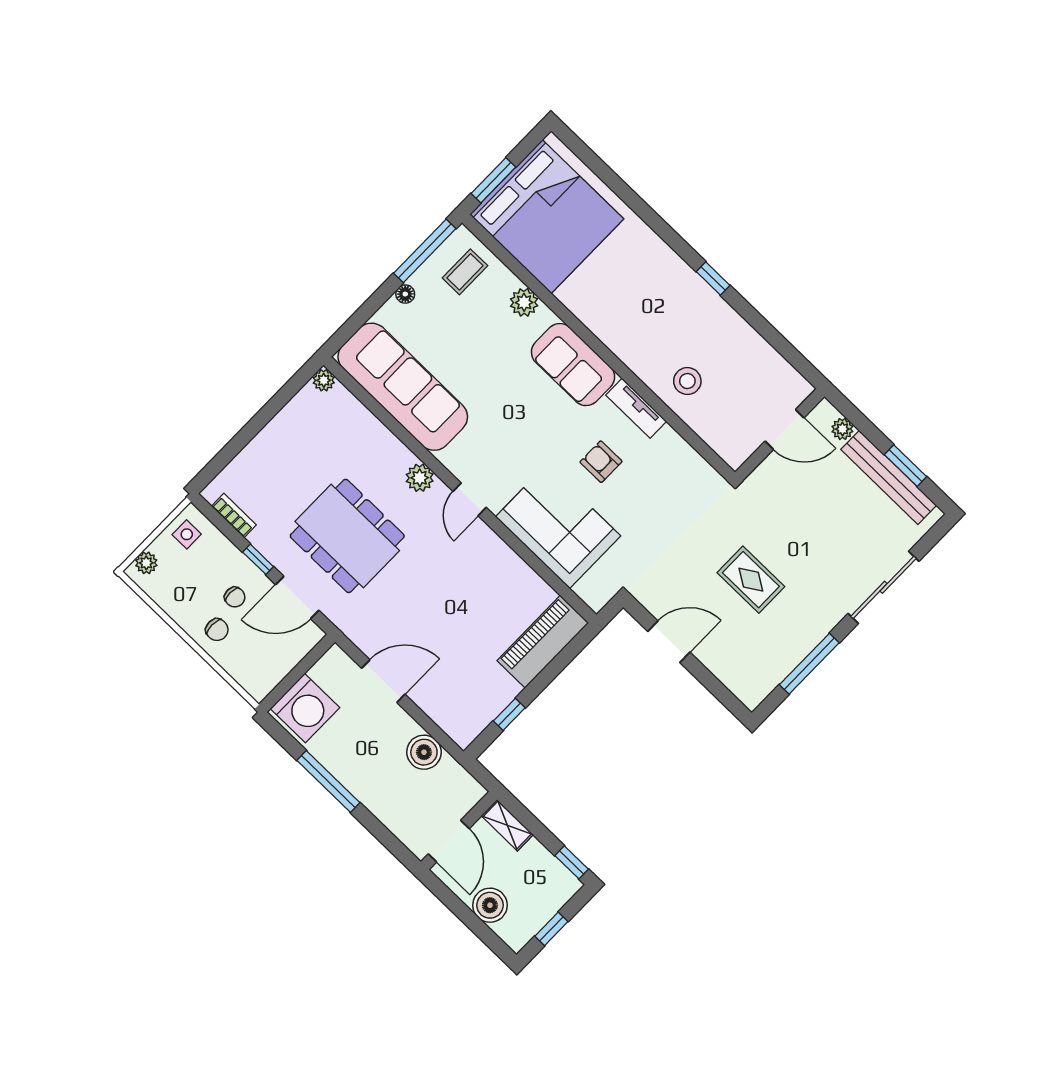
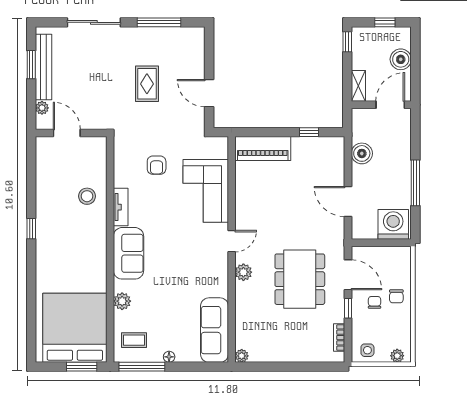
sofa: (403, 387) -> (214, 330), width x0.74, depth x0.79
armchair: (601, 462) -> (157, 165), moved
chair: (217, 630) -> (396, 296), turned 180

